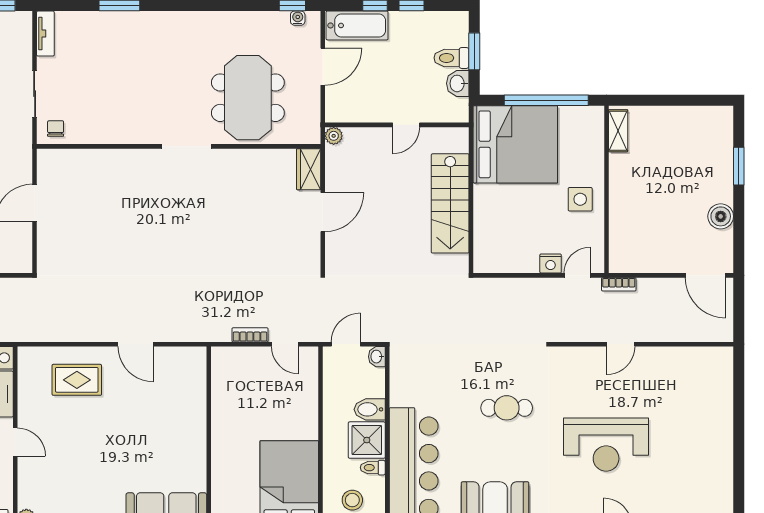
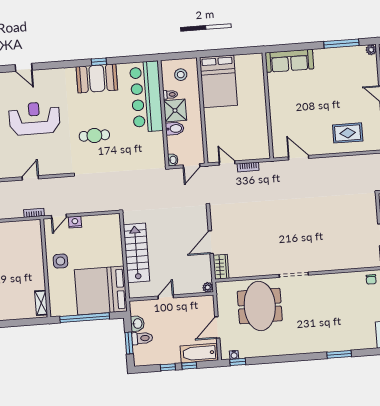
door: (136, 344) -> (299, 158), moved

